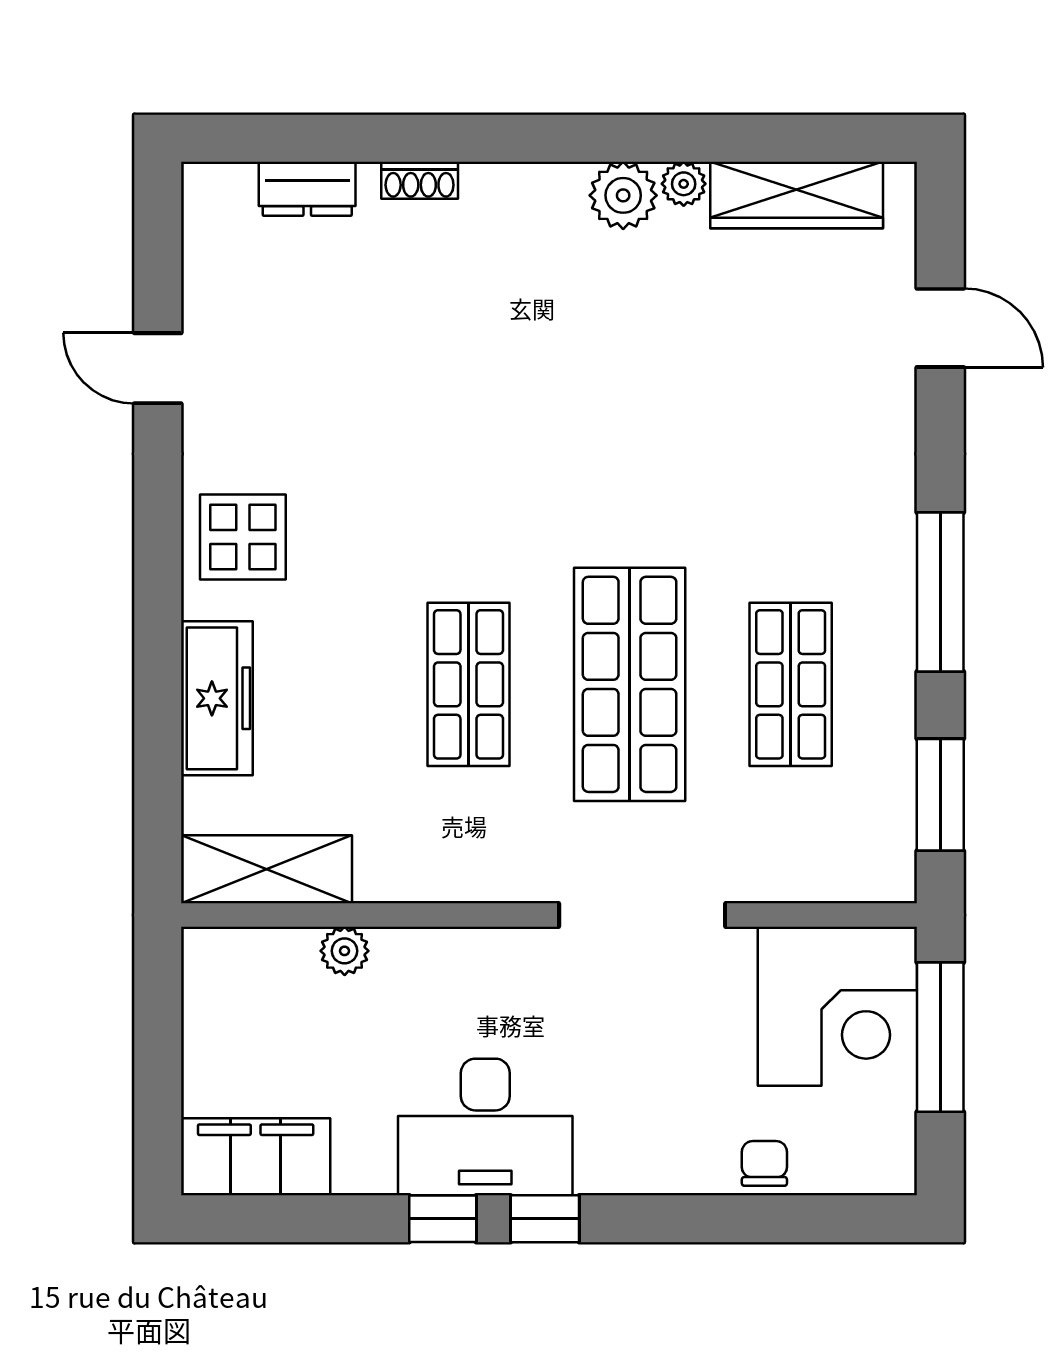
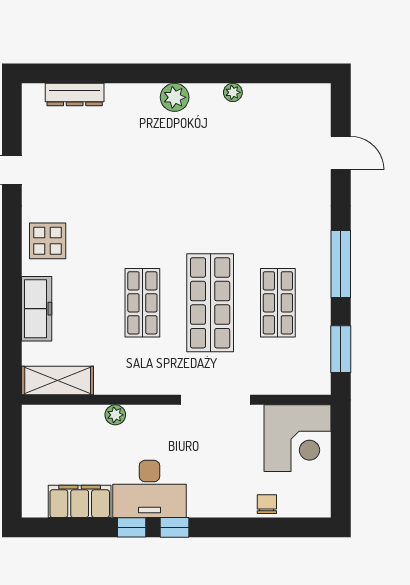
shoe rack: (420, 180) -> (122, 91), removed
dresser: (307, 189) -> (75, 95), width x1.44
plant: (623, 195) -> (175, 97), moved
wardrobe: (797, 195) -> (280, 97), removed
plant: (345, 951) -> (115, 415), moved
window: (940, 1037) -> (341, 451), removed
filing cabinet: (256, 1157) -> (80, 501), moved

